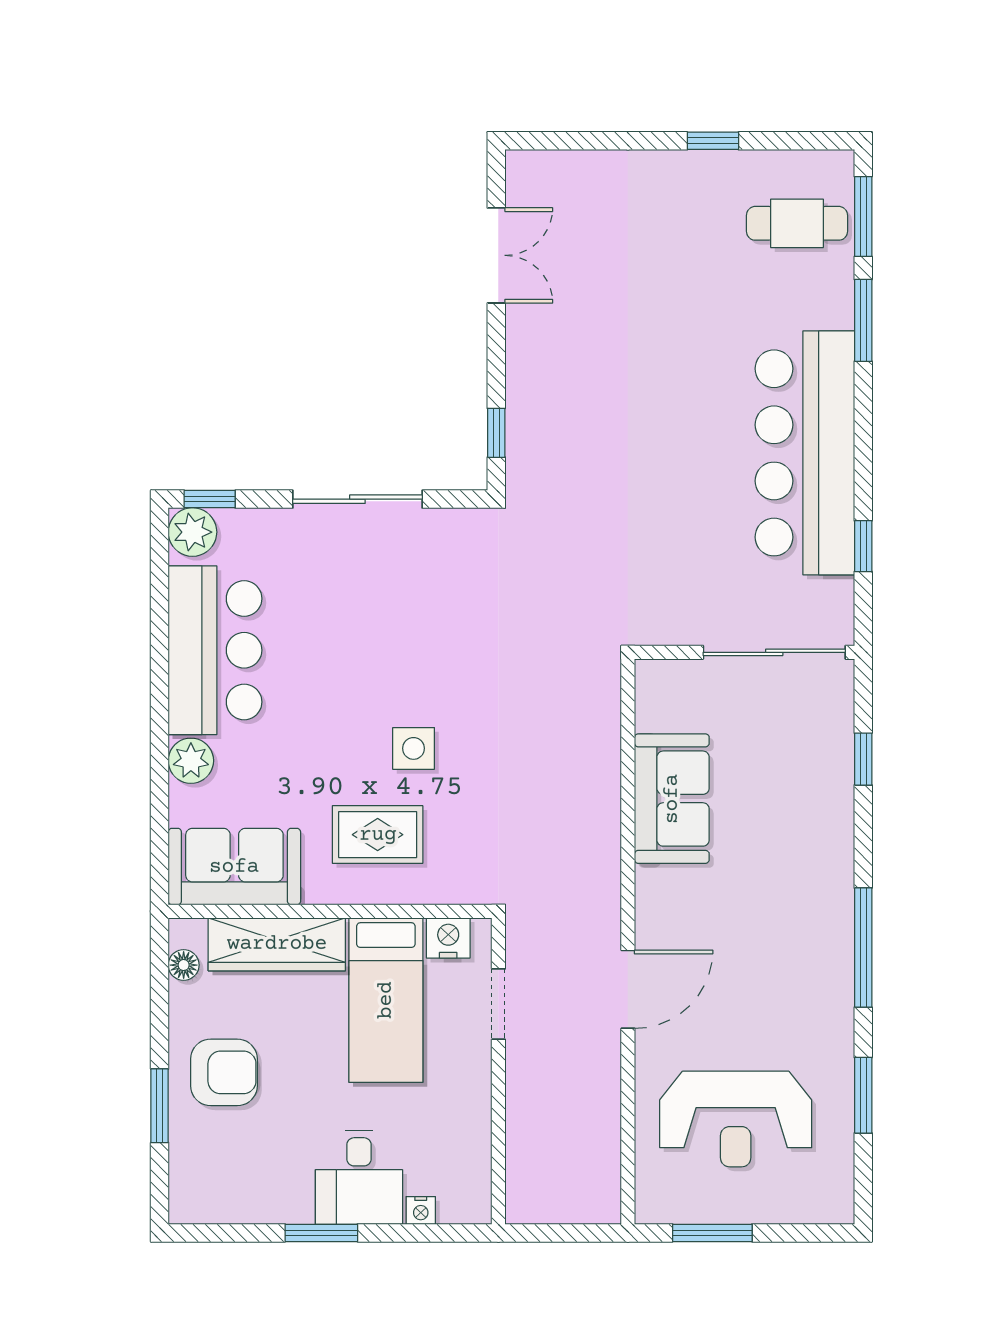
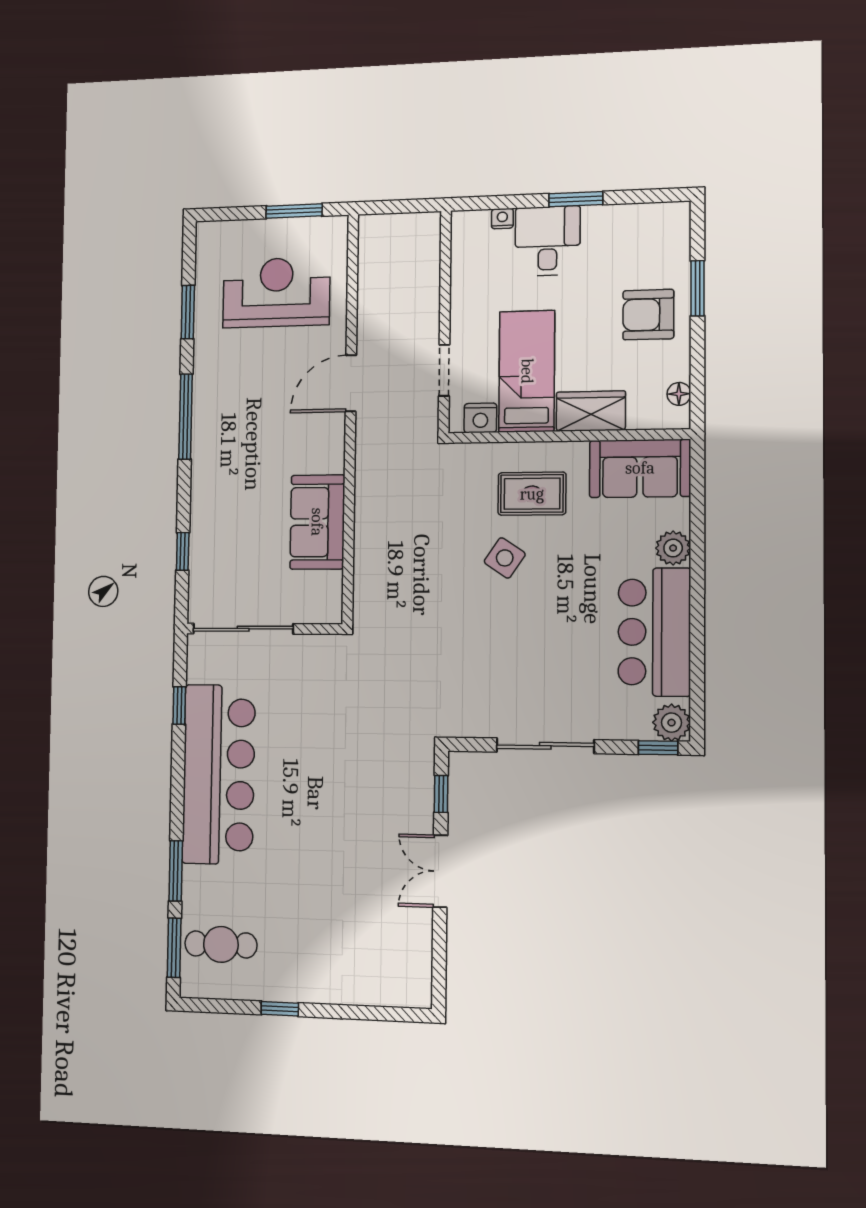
double door: (496, 255) -> (440, 871), moved
side table: (414, 748) -> (505, 558), turned 34
wardrobe: (277, 944) -> (591, 411), width x0.67

